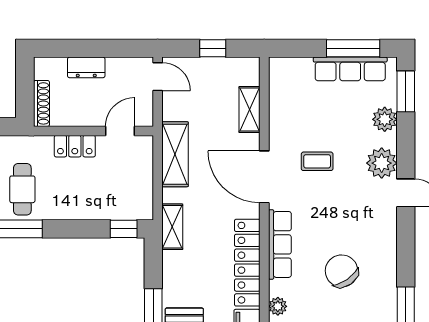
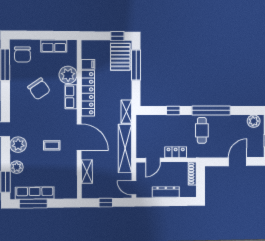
dresser: (86, 67) -> (166, 192), width x1.44
shelving: (175, 154) -> (125, 148), width x1.47
window: (124, 229) -> (173, 110), moved
row of seats: (280, 244) -> (71, 97), width x0.68
plant: (278, 306) -> (68, 75), width x1.88, depth x1.88

